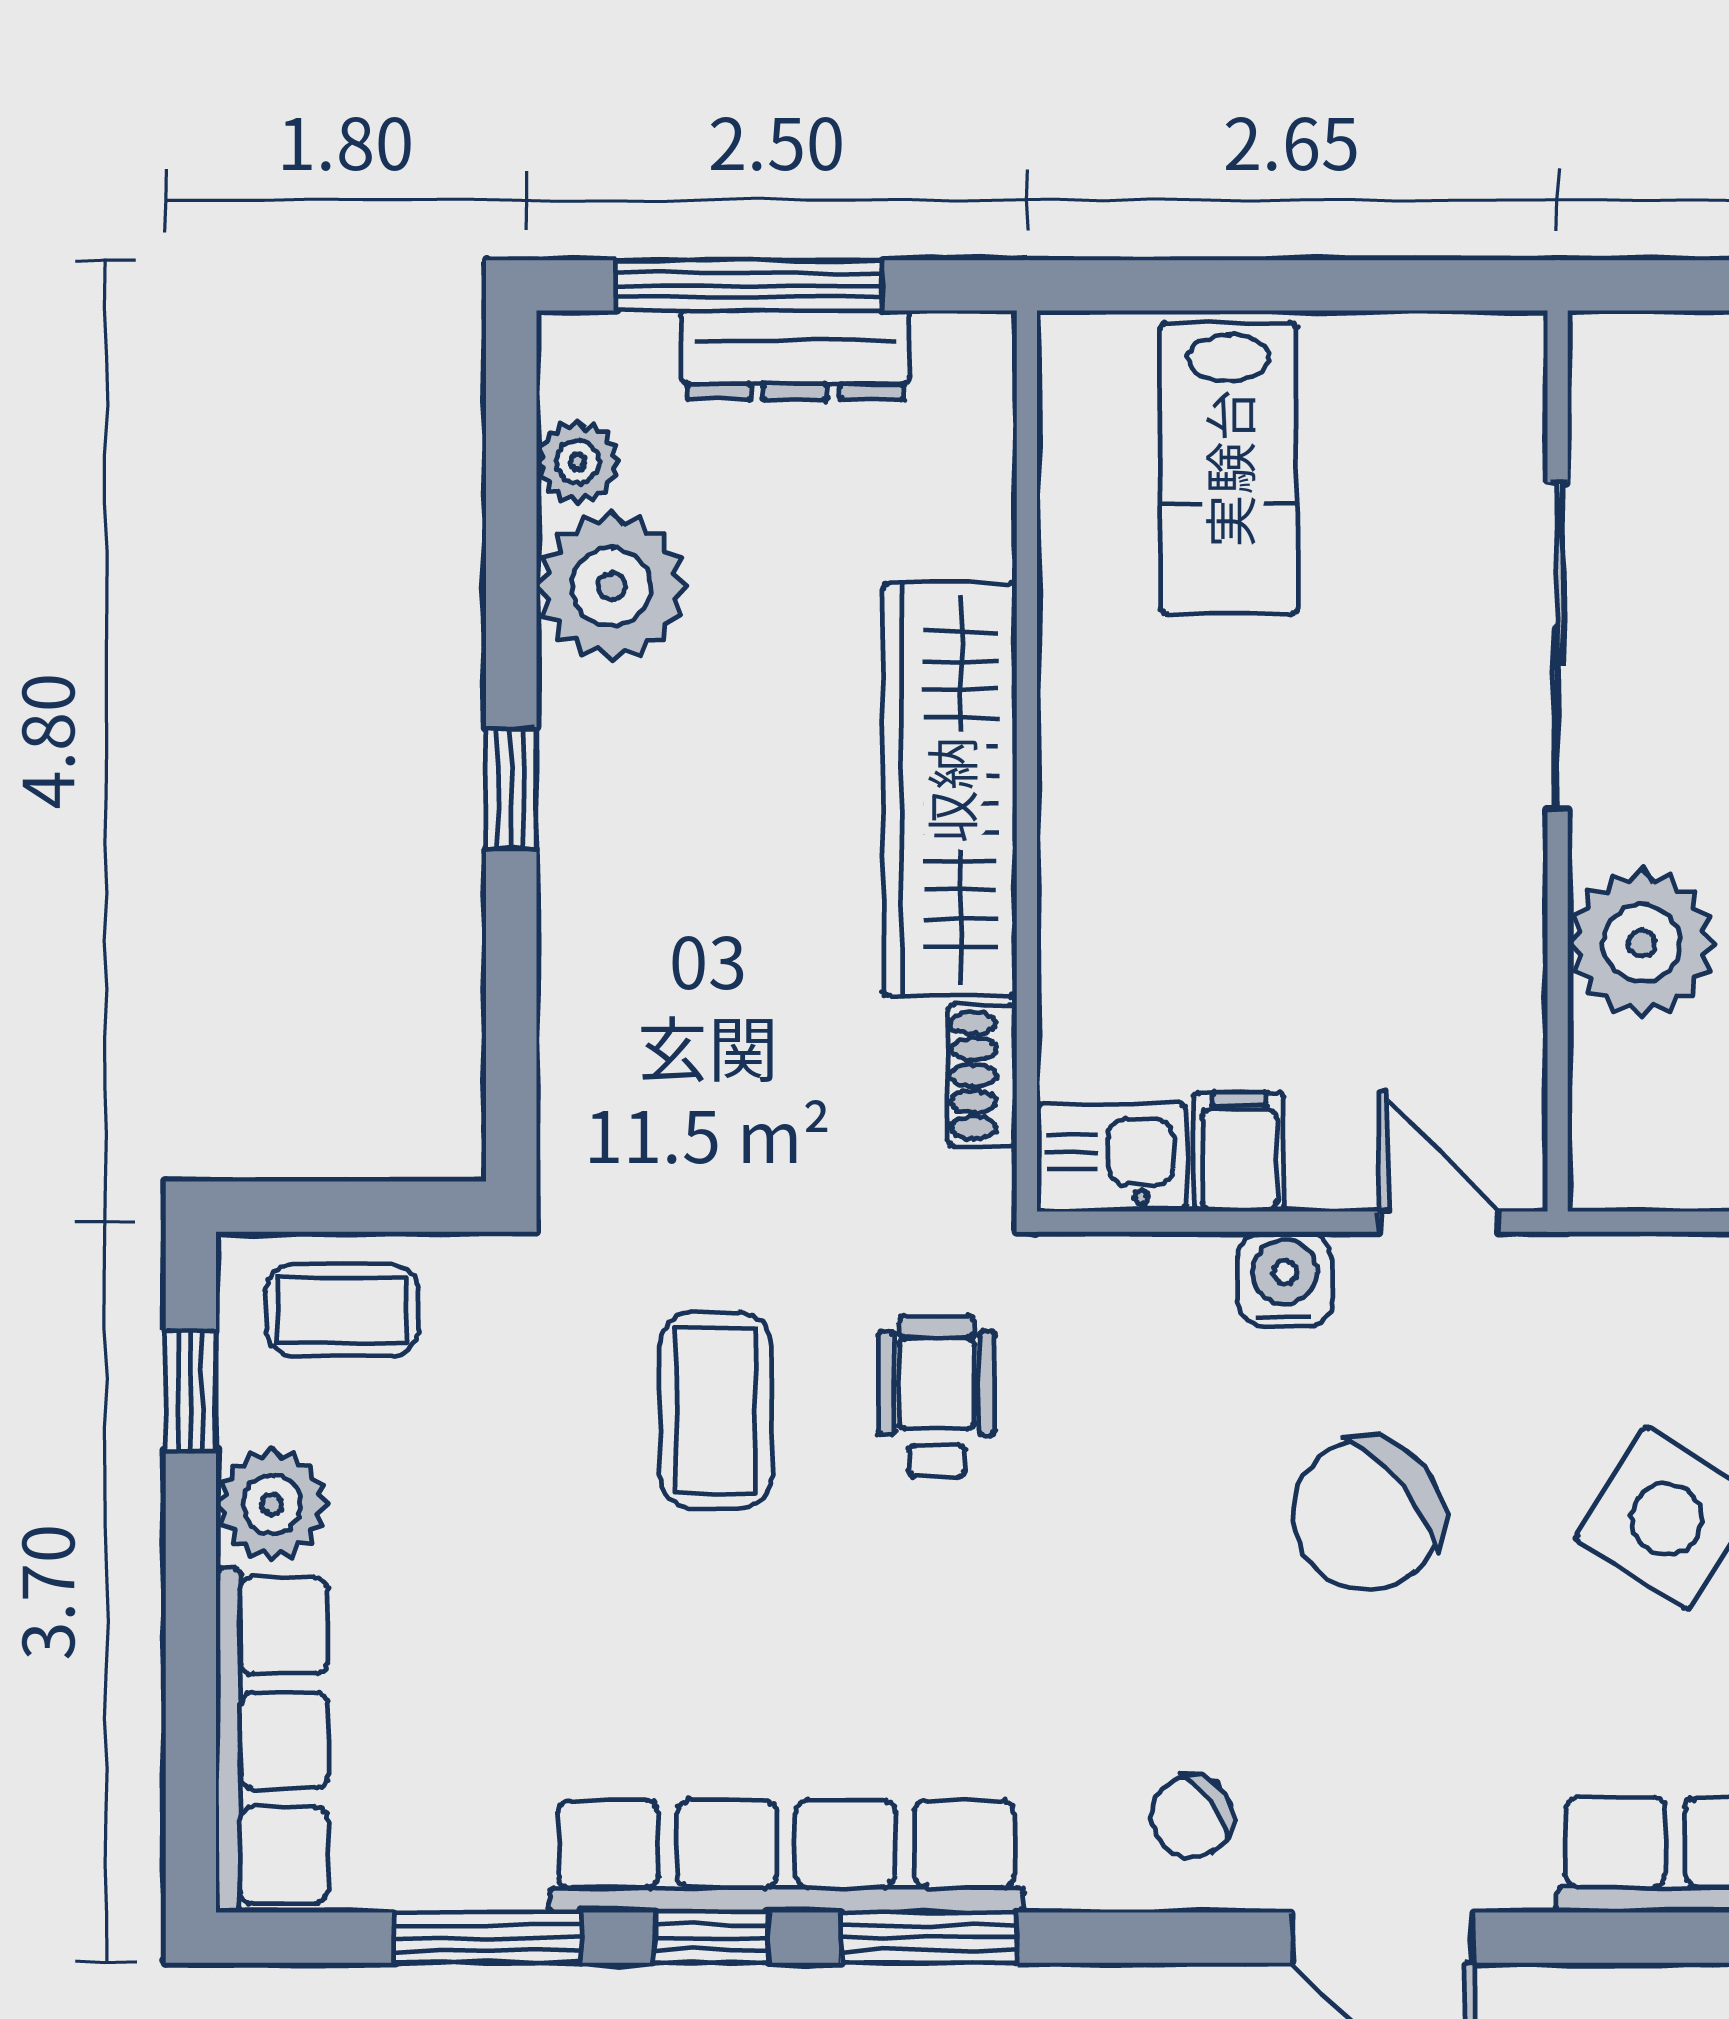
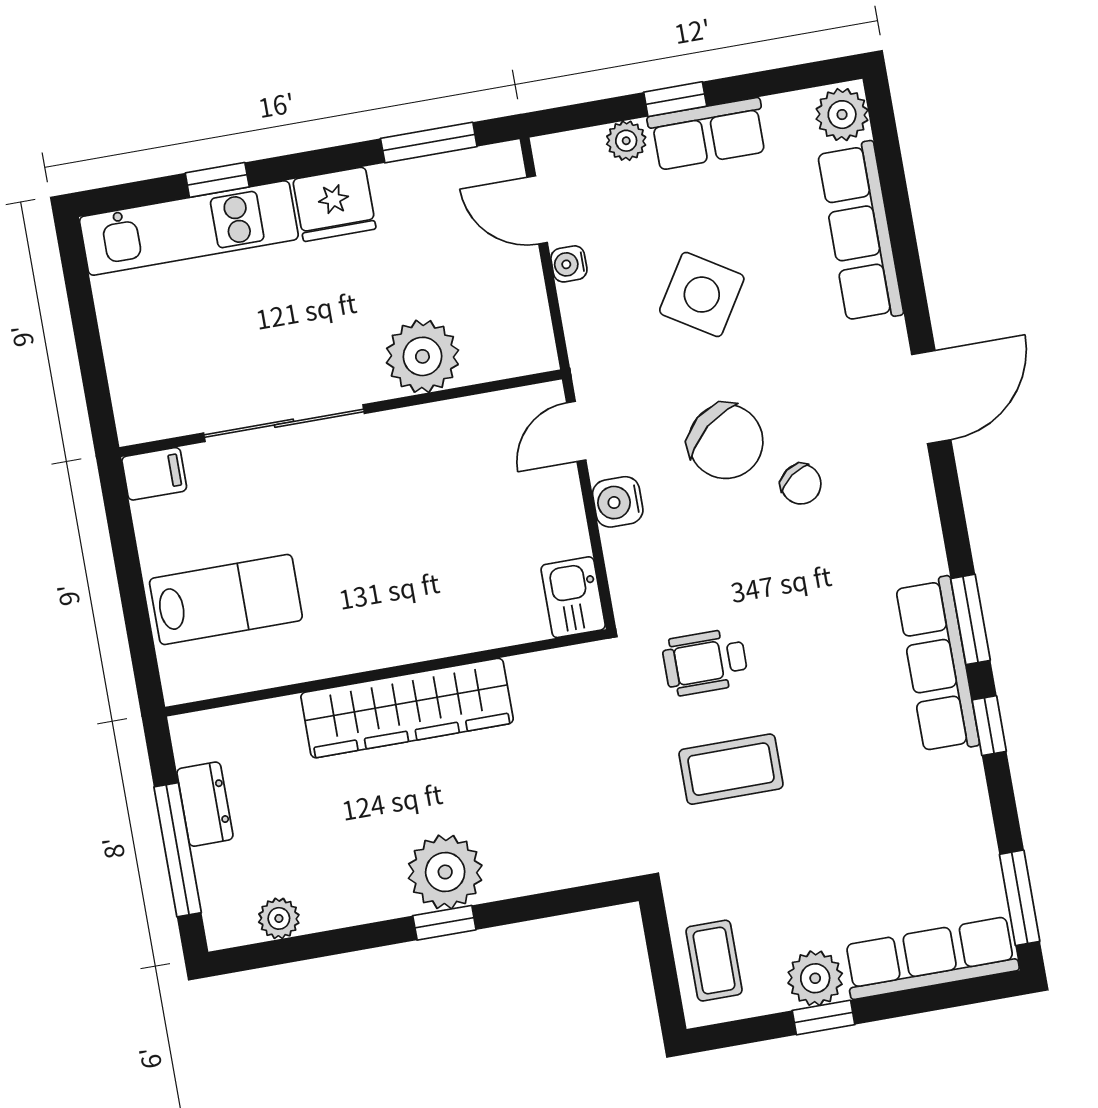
dresser: (795, 355) -> (205, 804), width x0.70
plant: (612, 587) -> (445, 872), moved
shoe rack: (982, 1075) -> (544, 668), removed
filing cabinet: (1239, 1152) -> (154, 474), moved, turned 180
window: (191, 1391) -> (824, 1018), moved
chair: (1192, 1817) -> (801, 484), moved
row of seats: (786, 1856) -> (938, 665), width x0.73
window: (488, 1938) -> (1020, 898), moved

